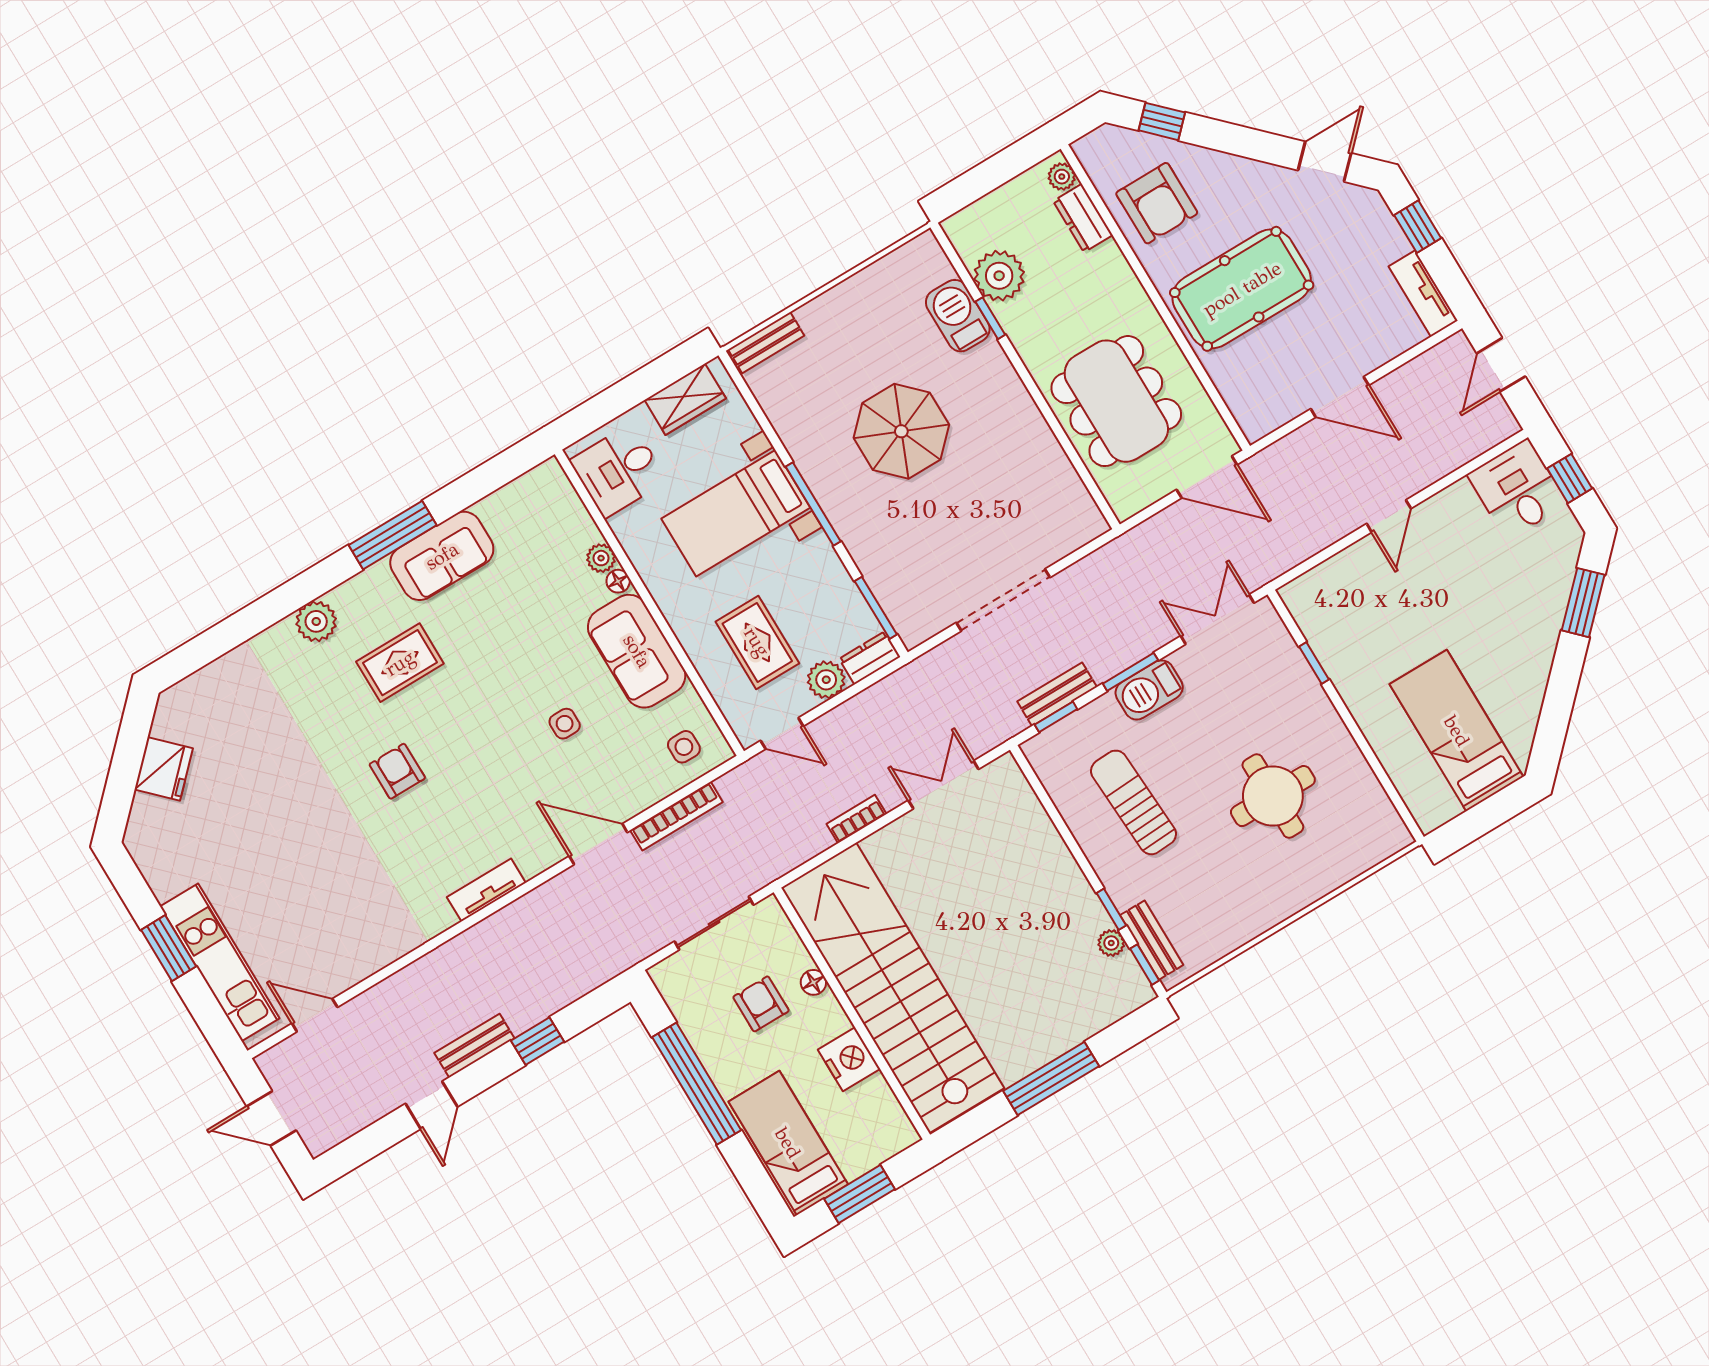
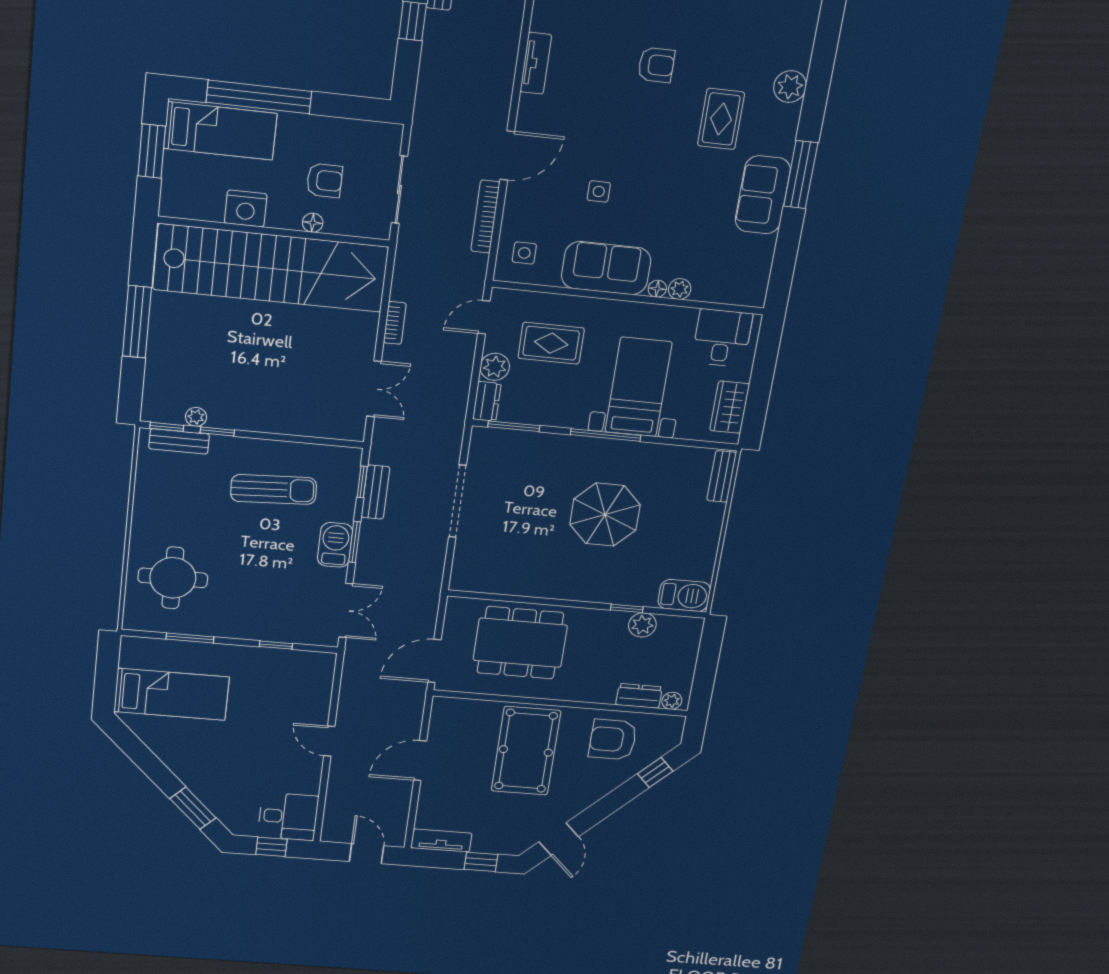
plant: (999, 276) -> (642, 625), width x0.73, depth x0.73
barbecue: (958, 316) -> (684, 595), moved
window: (1373, 761) -> (190, 638), added
round table: (1273, 796) -> (173, 578), moved
window: (697, 1084) -> (259, 97), moved

